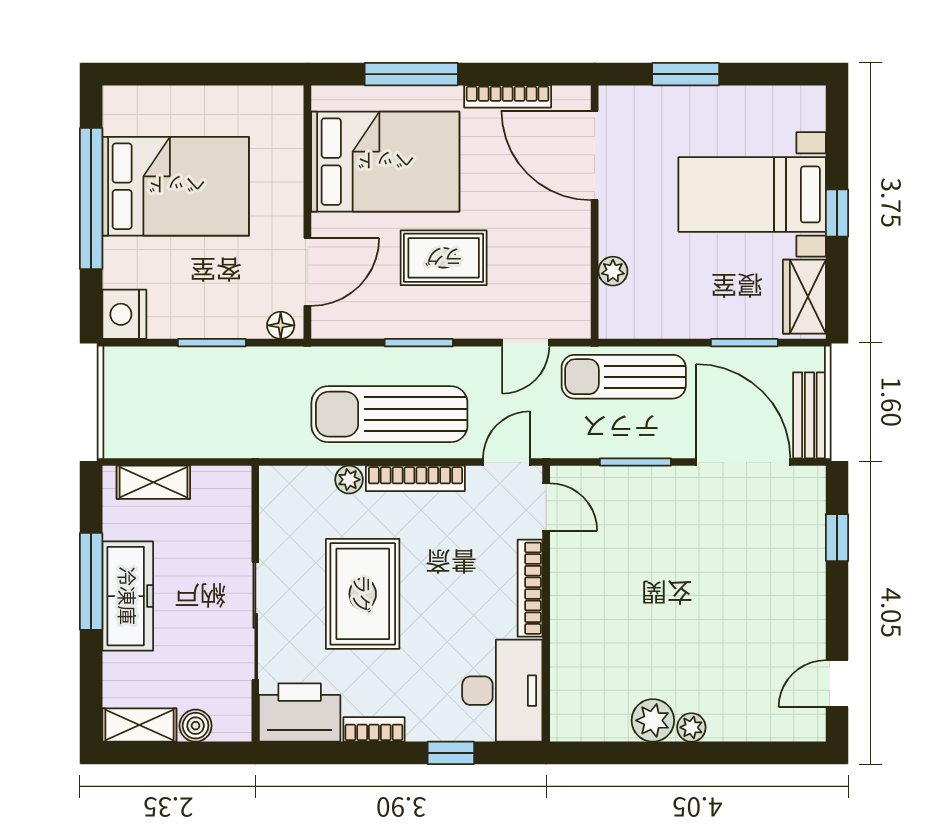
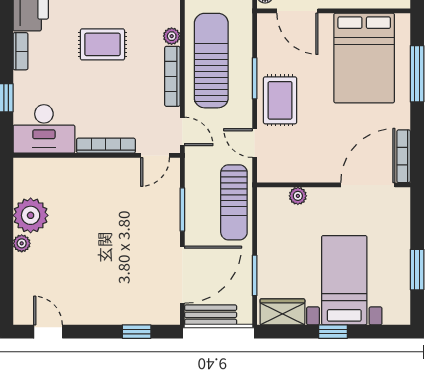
window: (686, 74) -> (417, 270), moved
bookcase: (508, 96) -> (404, 156), moved
rug: (444, 258) -> (280, 100), moved
sun lounger: (624, 377) -> (234, 202), turned 180
rug: (363, 594) -> (102, 44), width x0.73, depth x0.70
plant: (653, 720) -> (31, 215), width x1.36, depth x1.36

